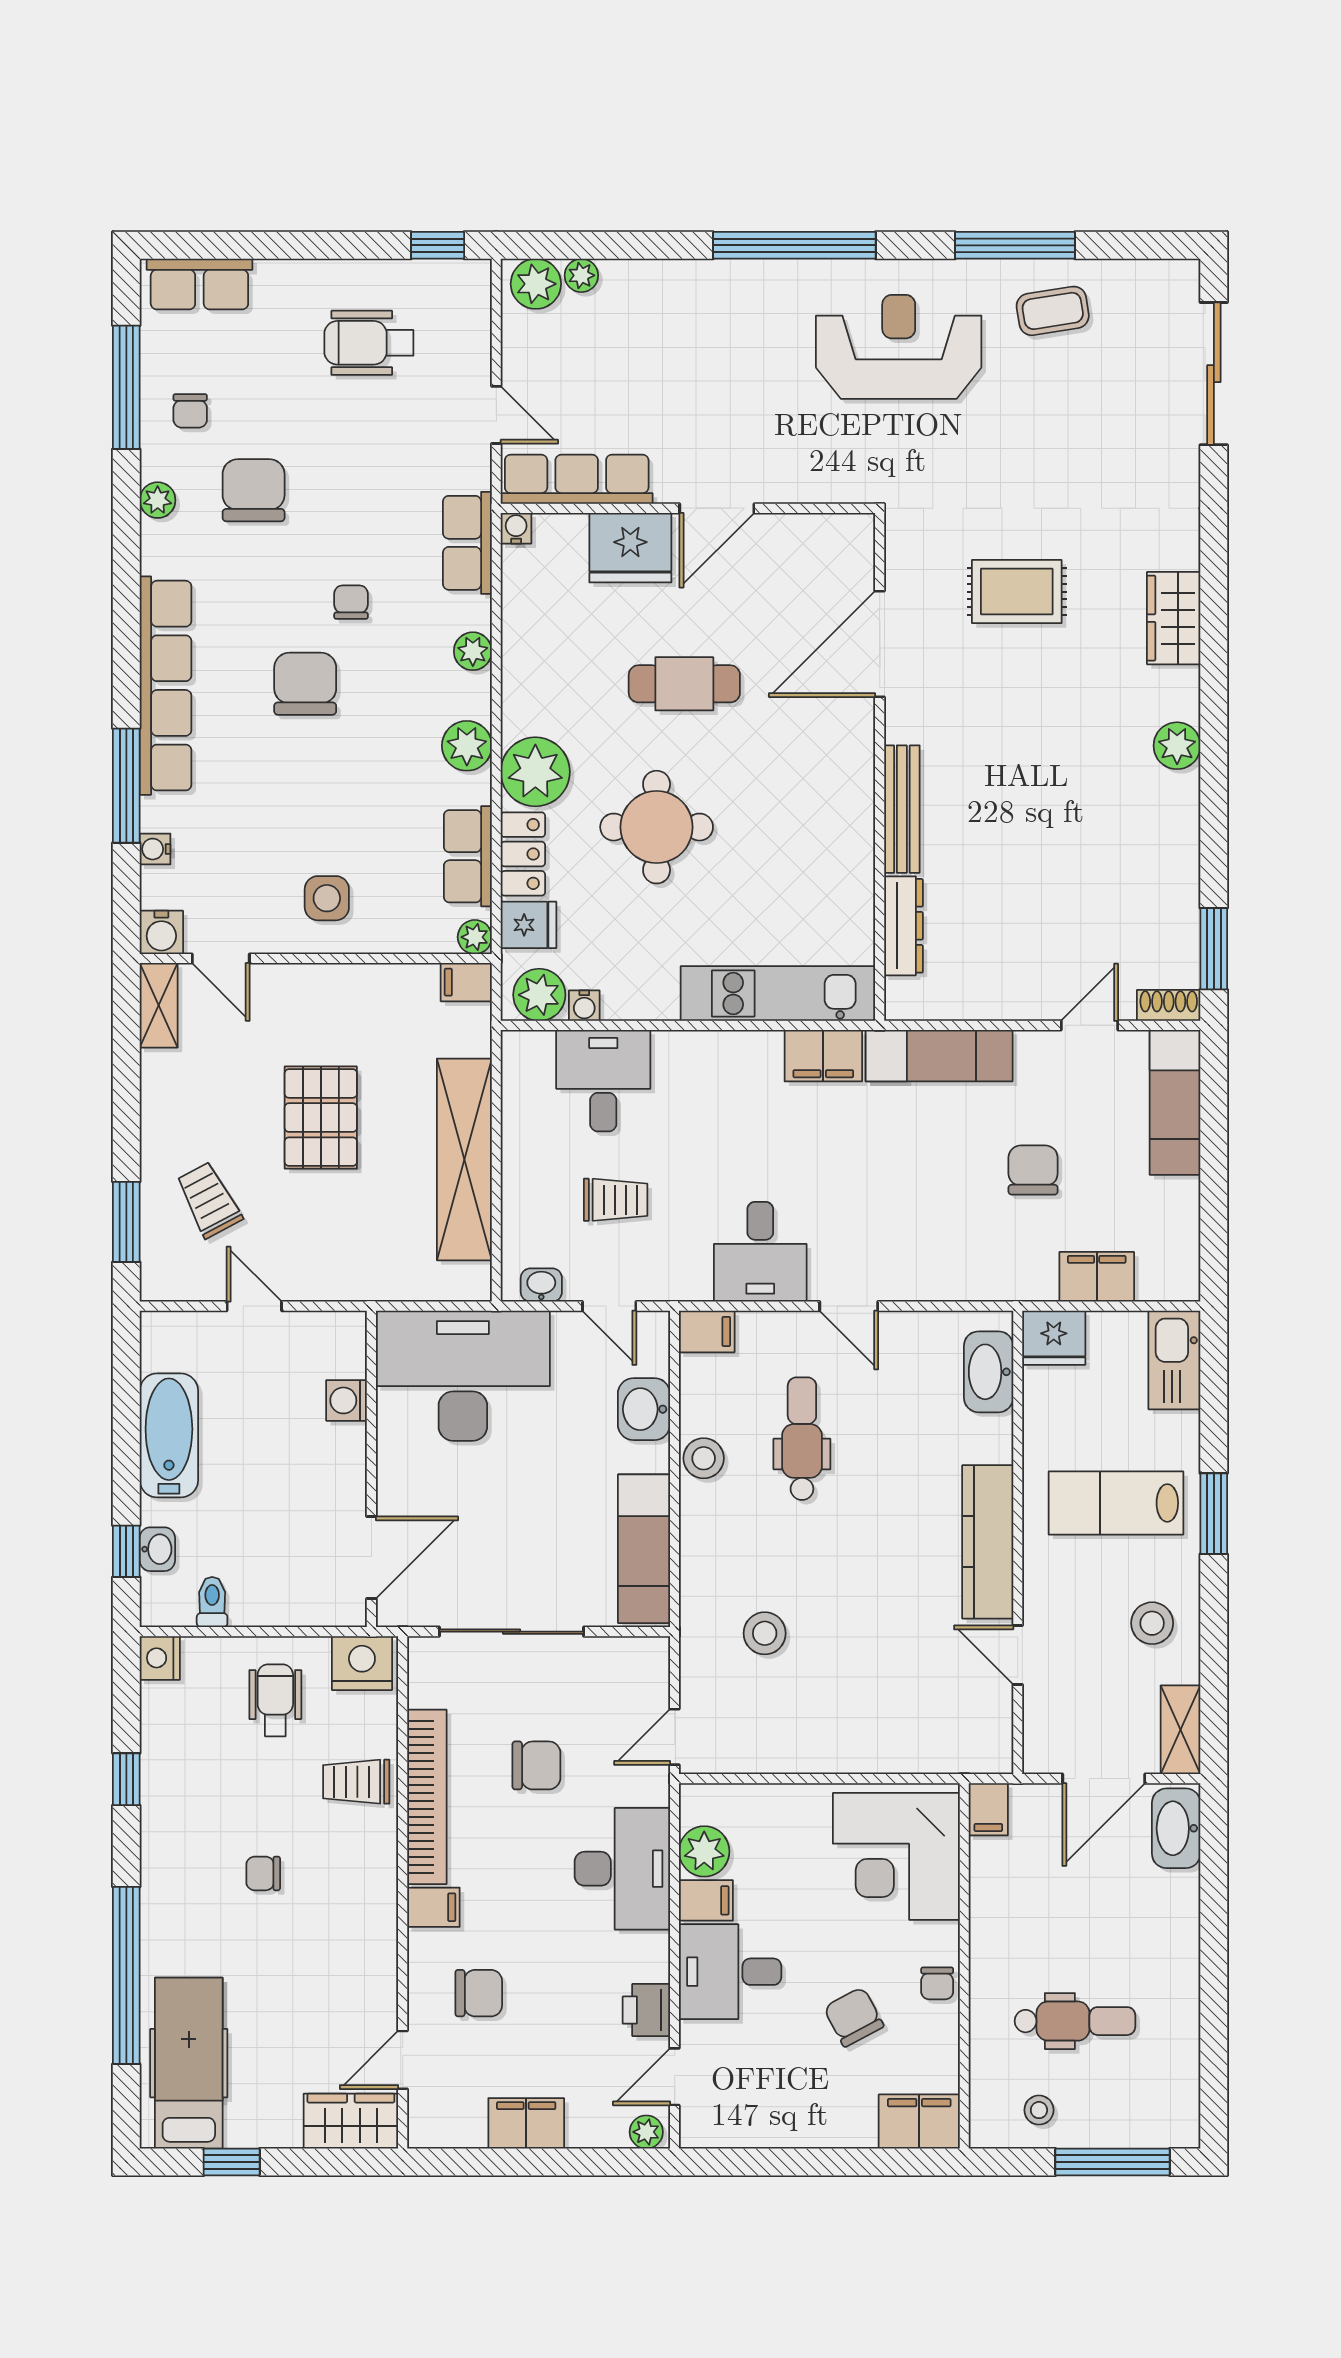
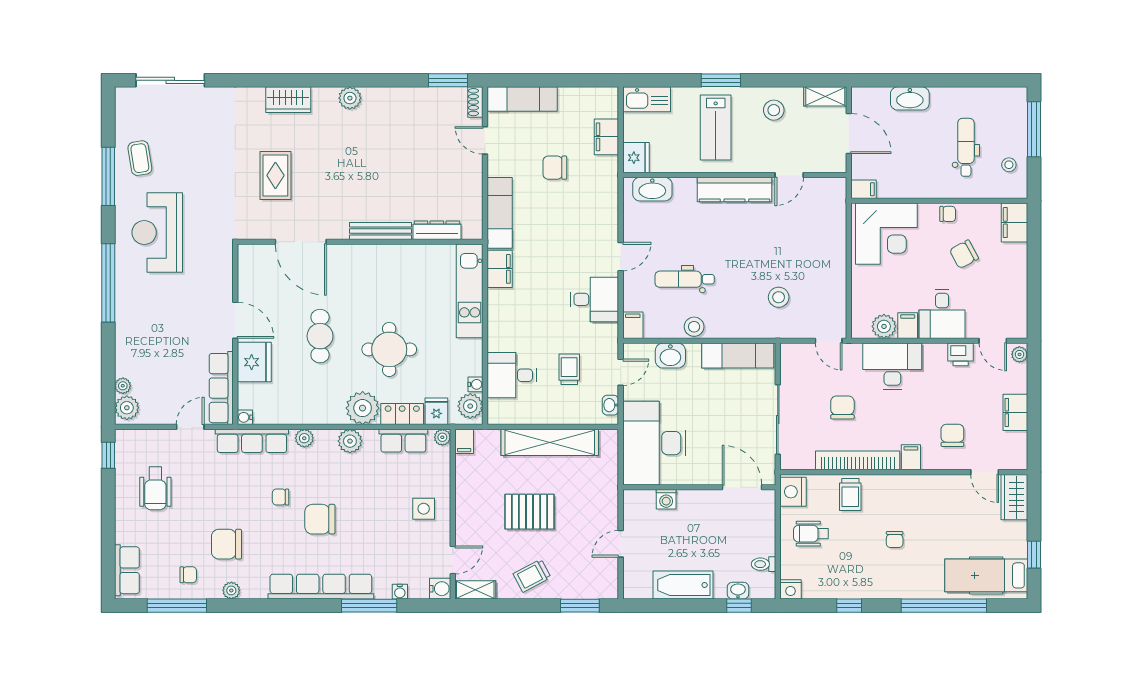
row of seats: (467, 543) -> (252, 441), width x1.48
trolley: (209, 1200) -> (532, 576), moved
washbasin: (1176, 1828) -> (910, 98), moved

